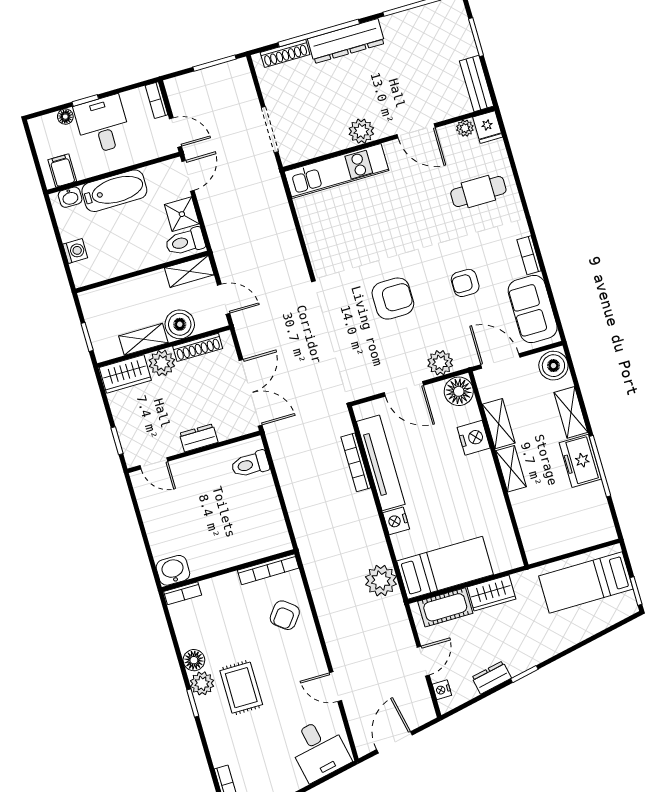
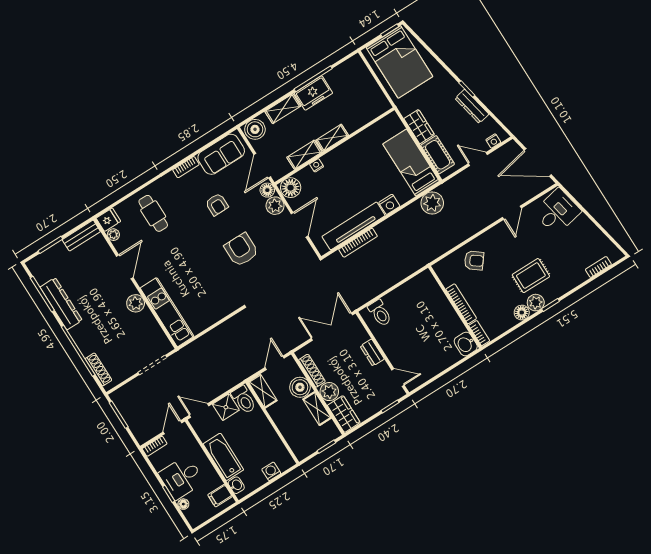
dresser: (346, 41) -> (61, 304), moved
floor lamp: (465, 358) -> (267, 190), added
nightstand: (474, 438) -> (317, 165), width x0.53, depth x0.56
door: (154, 463) -> (398, 377), hinge flipped
bookcase: (268, 569) -> (461, 304), moved
bed: (586, 583) -> (399, 62), width x1.50
dresser: (492, 678) -> (472, 106), width x1.44
door: (394, 742) -> (538, 162), width x1.36

